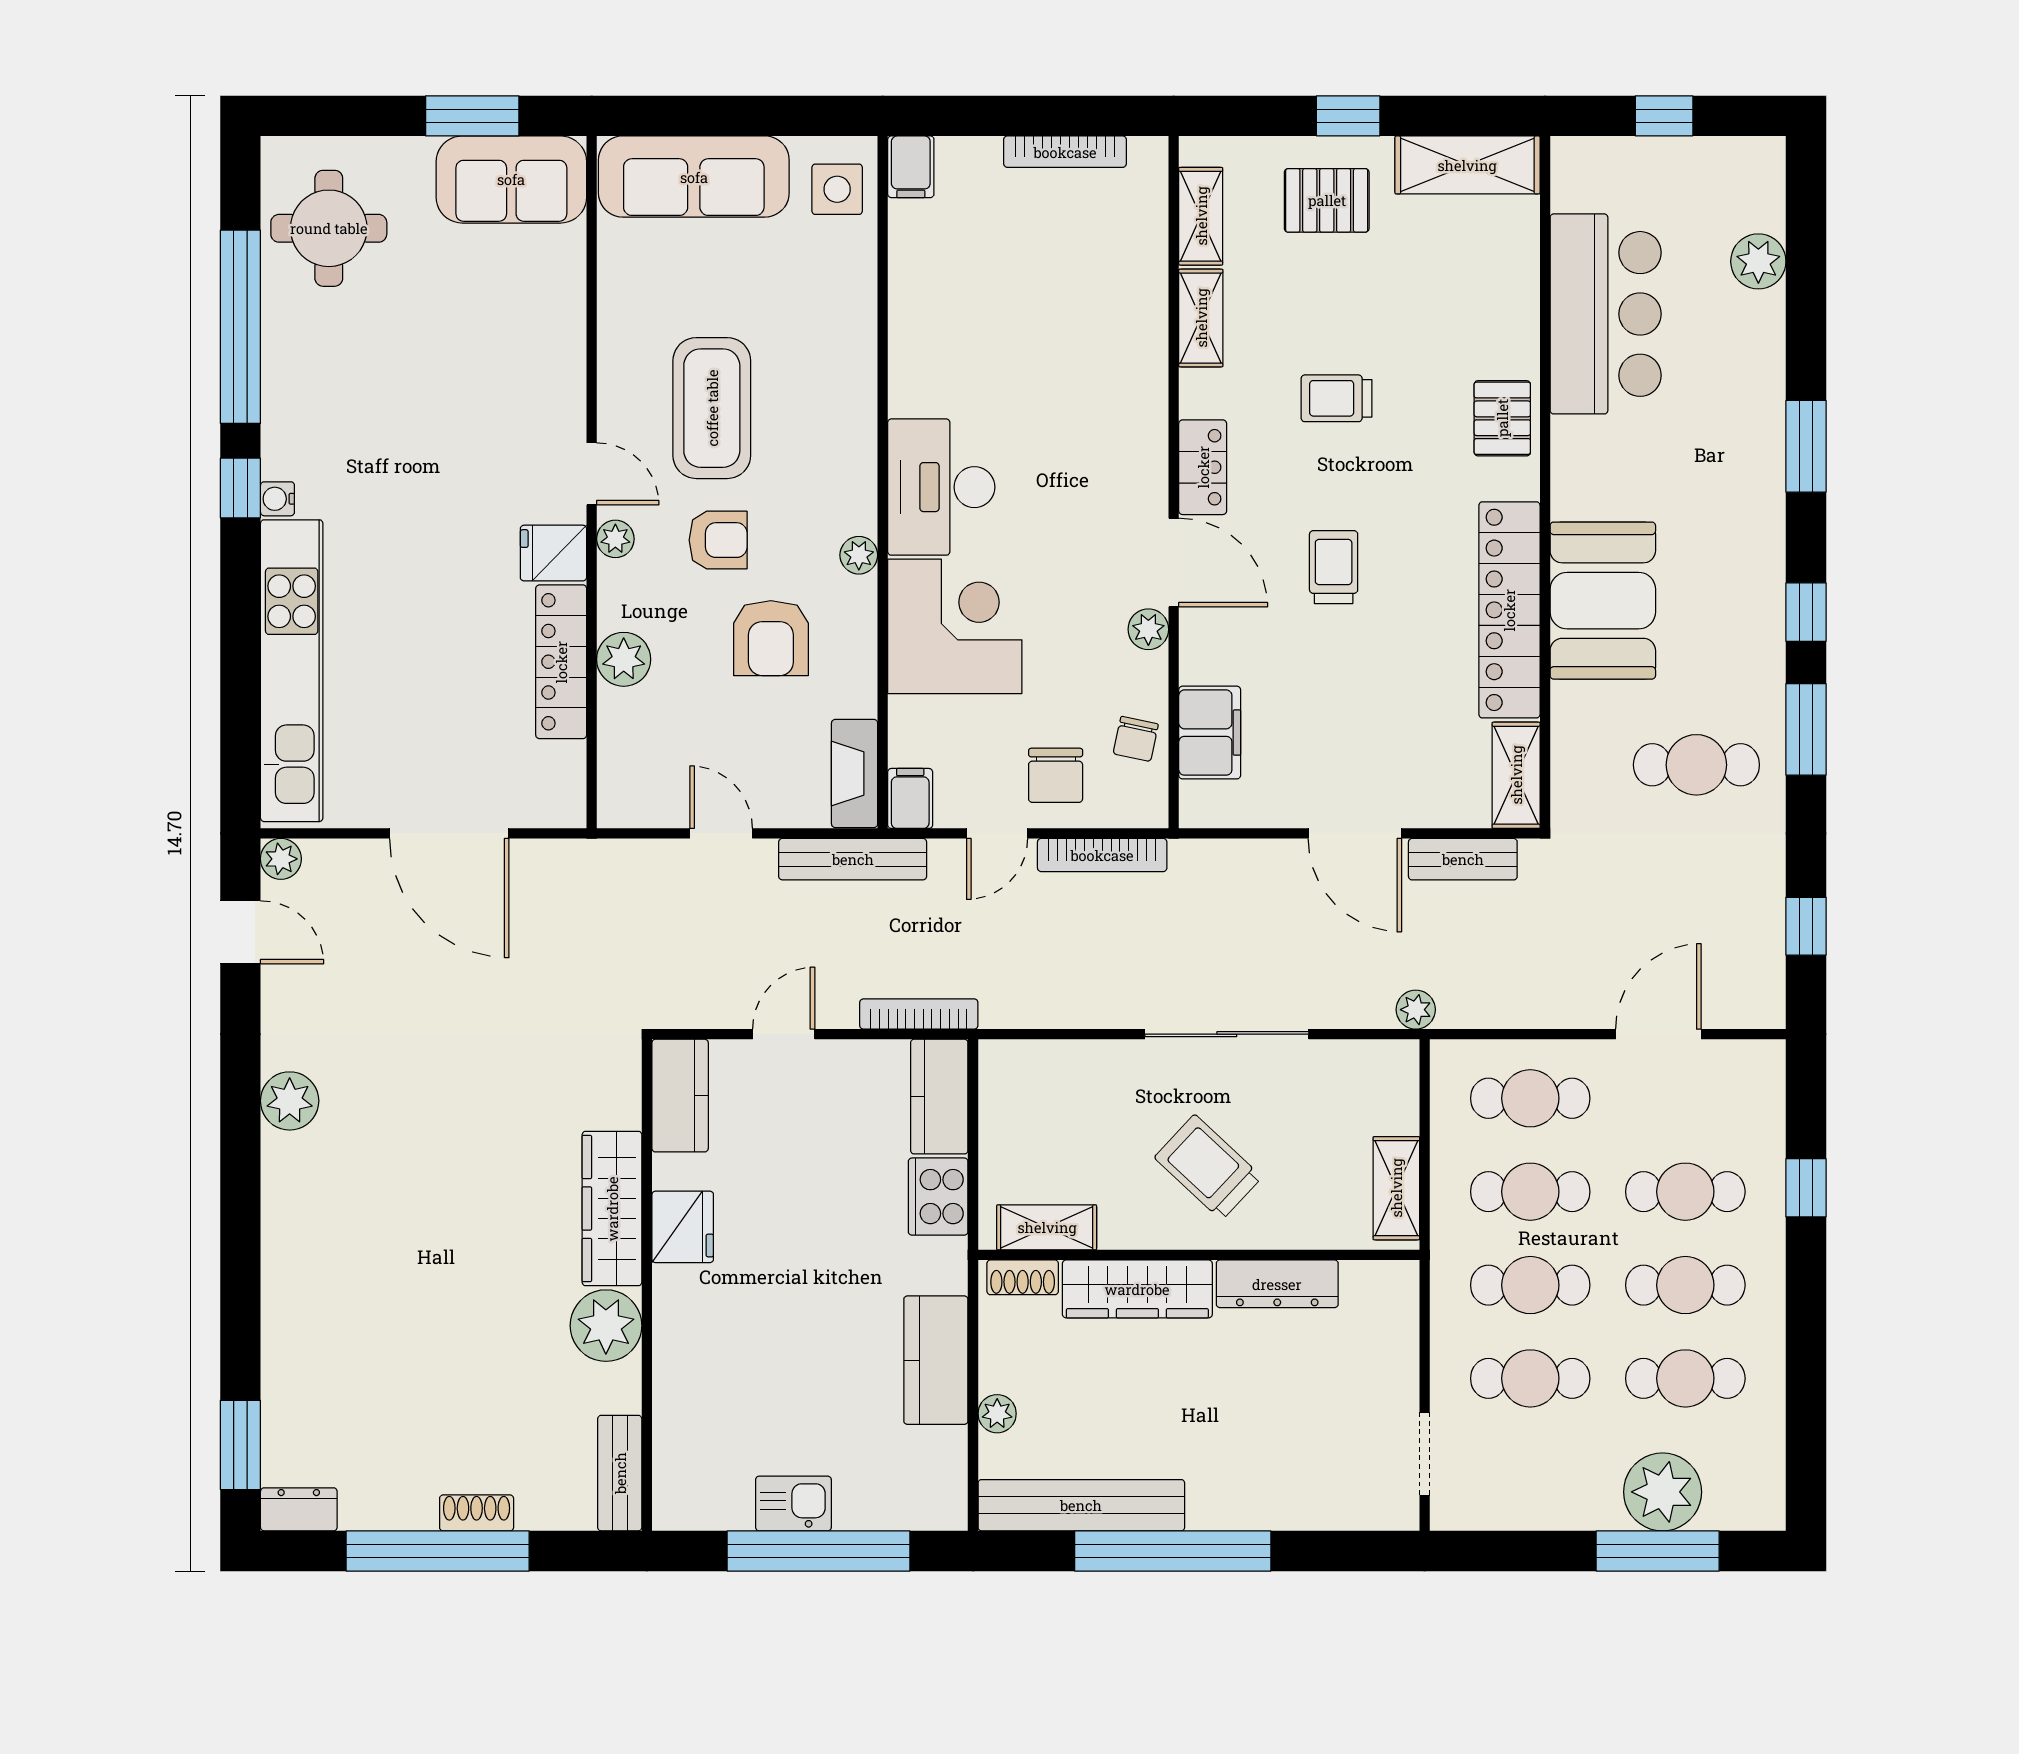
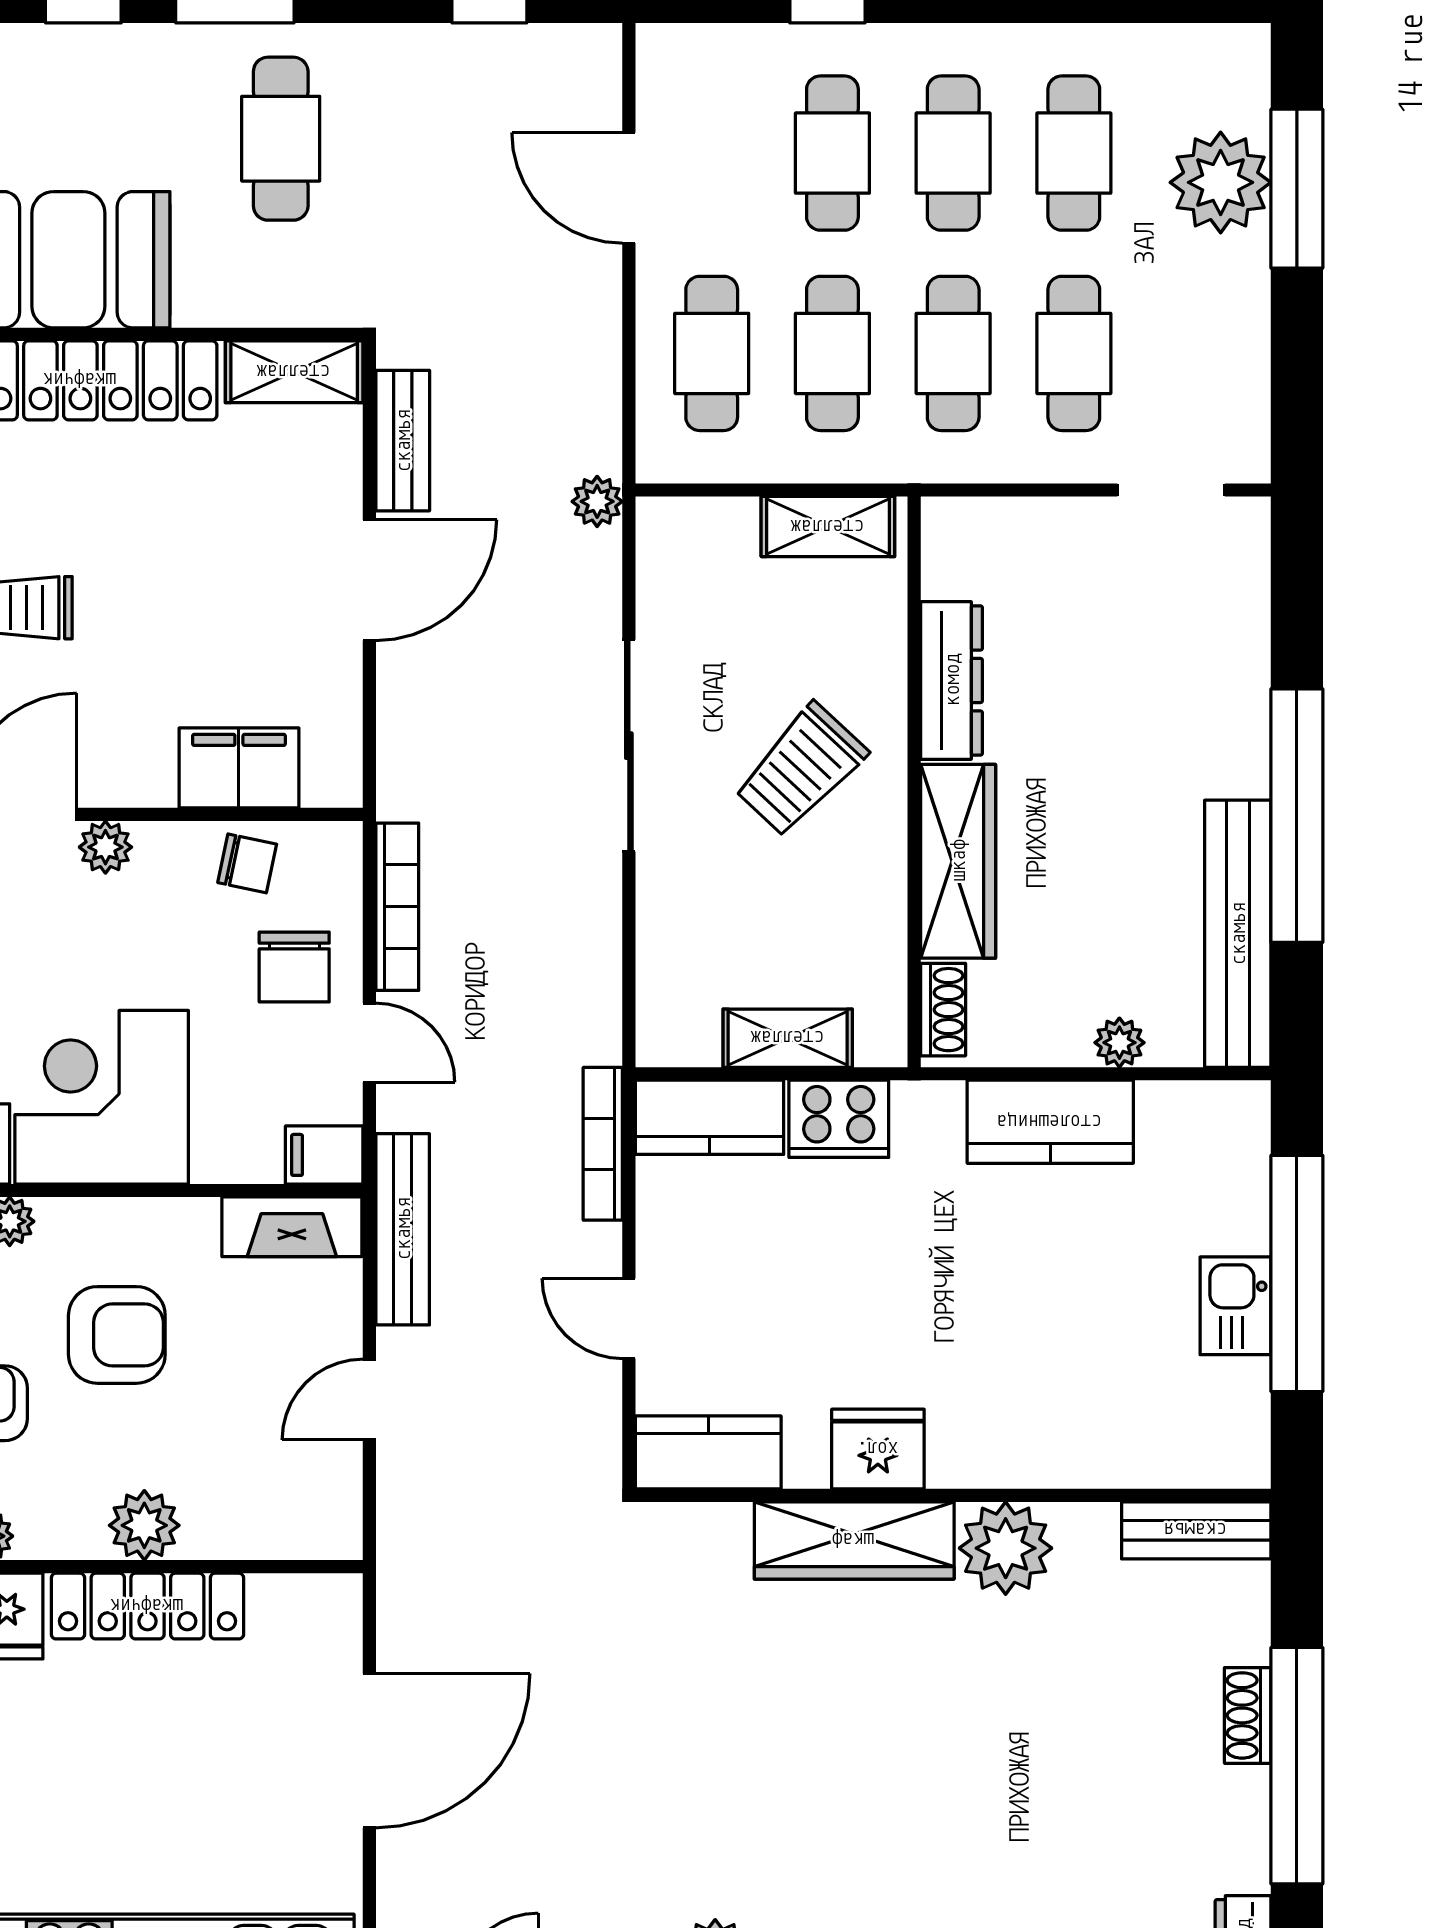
chair: (1056, 775) -> (294, 967), turned 90
shelving: (1047, 1227) -> (788, 1038), moved, turned 90

